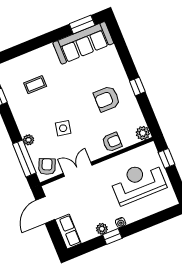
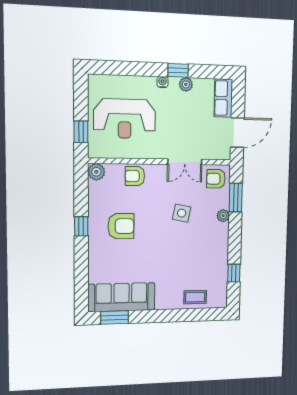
coffee table: (35, 85) -> (195, 297), moved
window: (24, 158) -> (236, 198), width x0.69
armchair: (47, 167) -> (216, 179), turned 66

